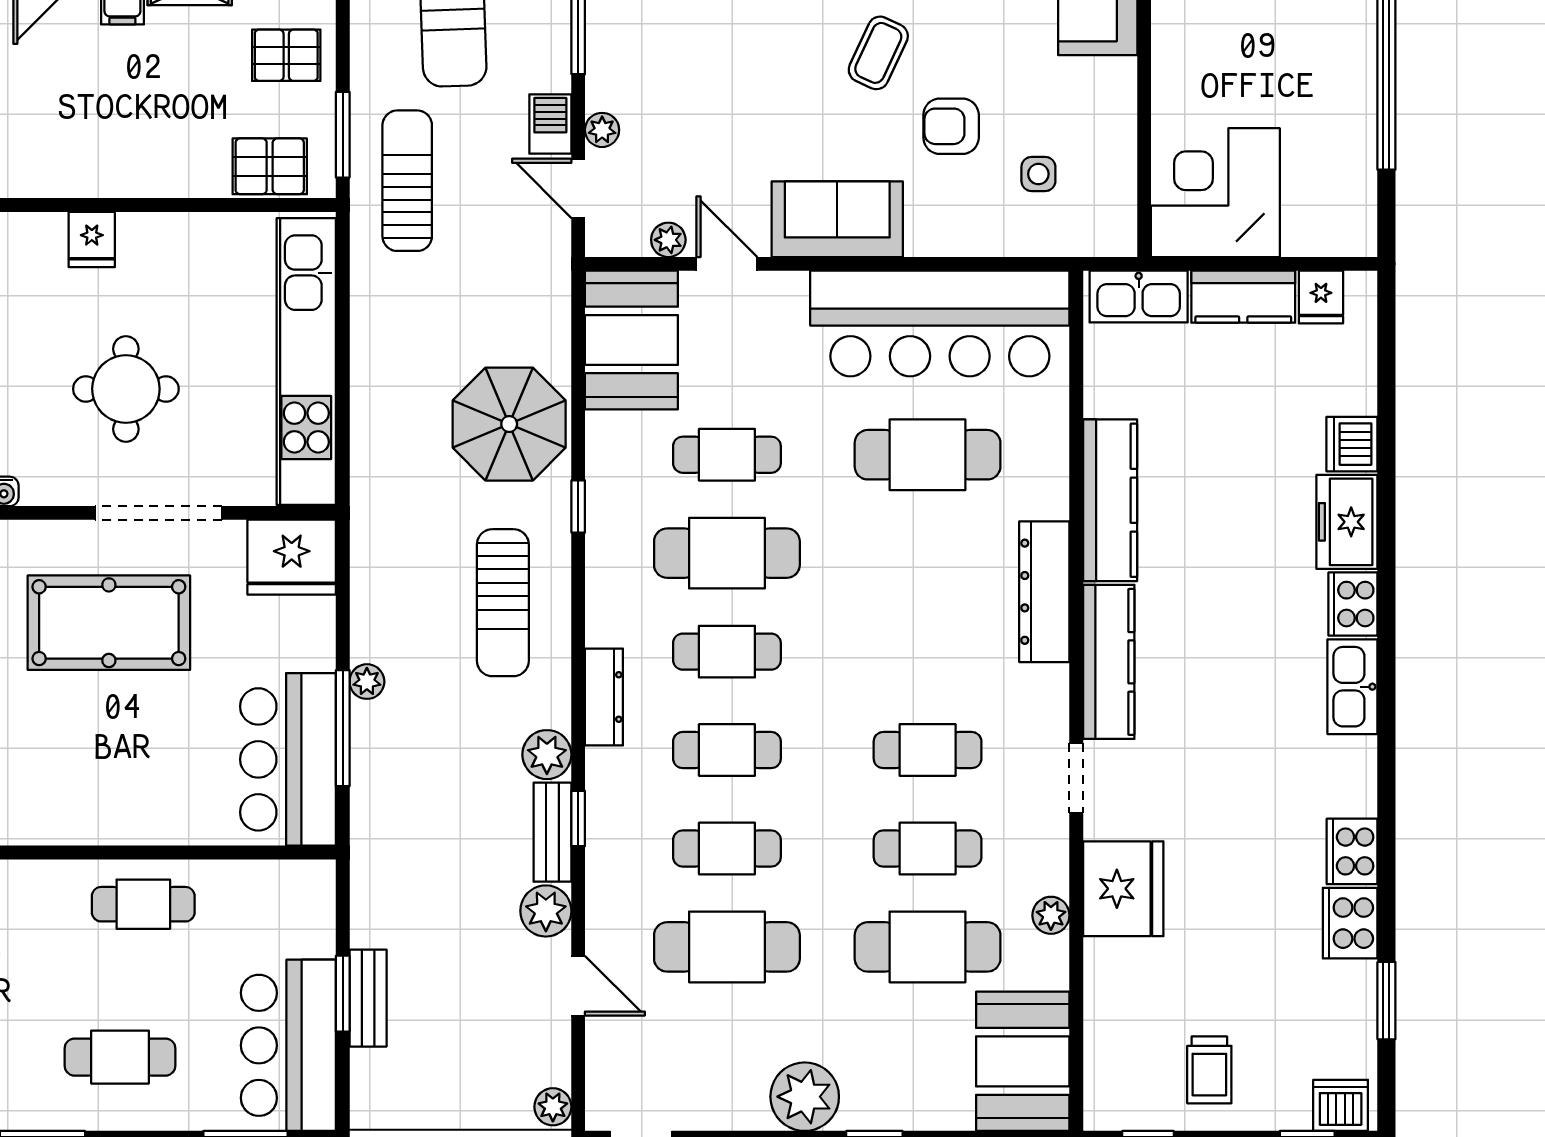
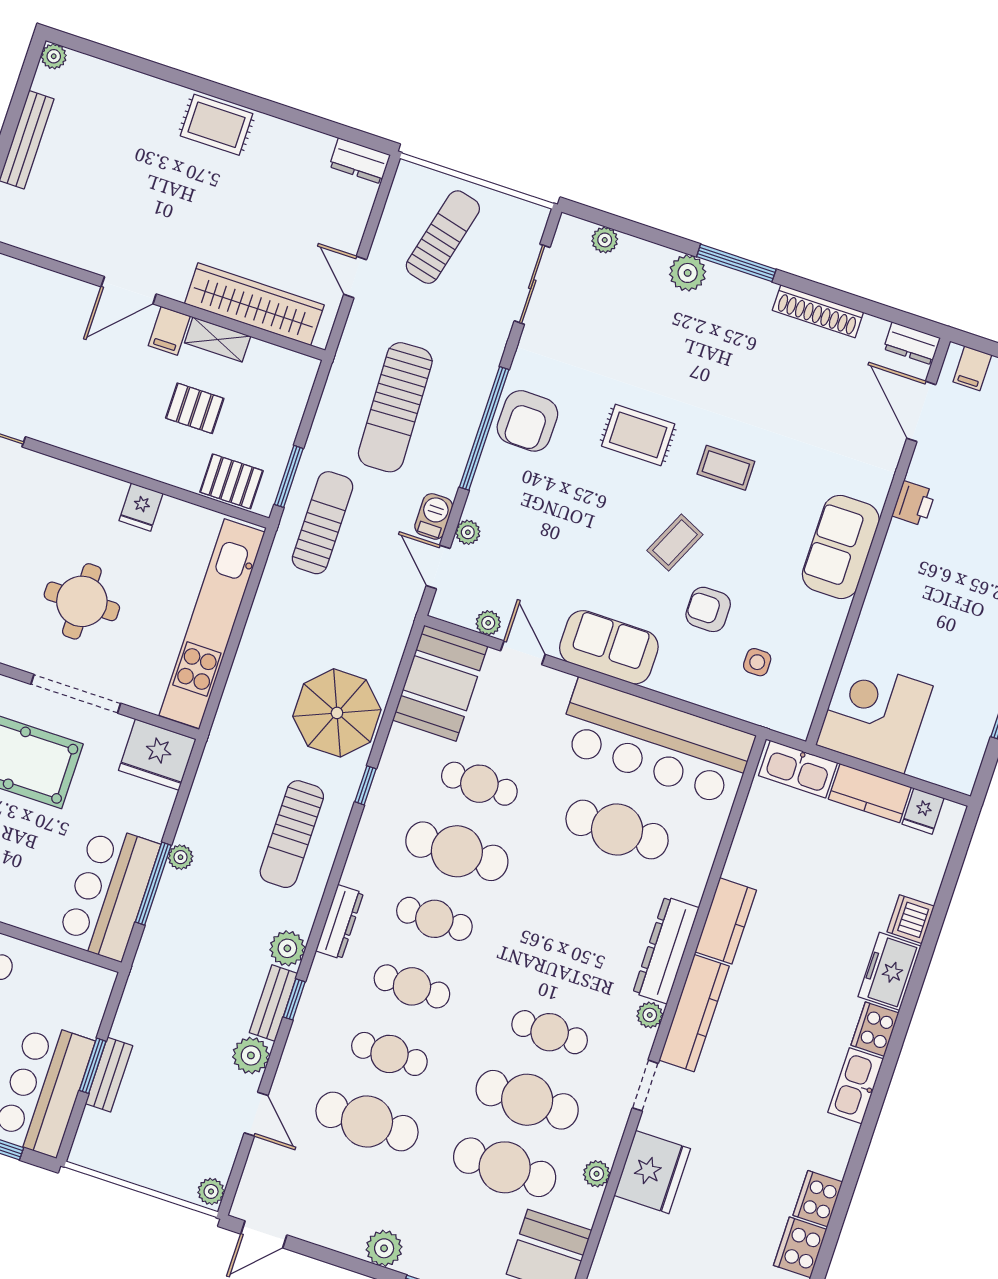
pallet: (286, 55) -> (195, 408), moved
fridge: (92, 239) -> (141, 507), moved
kitchen counter: (1110, 500) -> (726, 921), width x0.67
plant: (1051, 684) -> (650, 1015), added
cafe table: (928, 848) -> (527, 1100), width x1.37, depth x1.35
plant: (805, 1097) -> (384, 1248), width x0.73, depth x0.73

